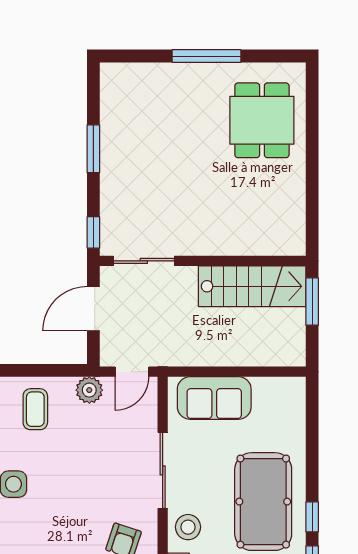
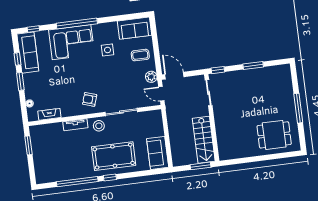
door: (93, 309) -> (174, 76), moved
sofa: (214, 398) -> (158, 153), moved

